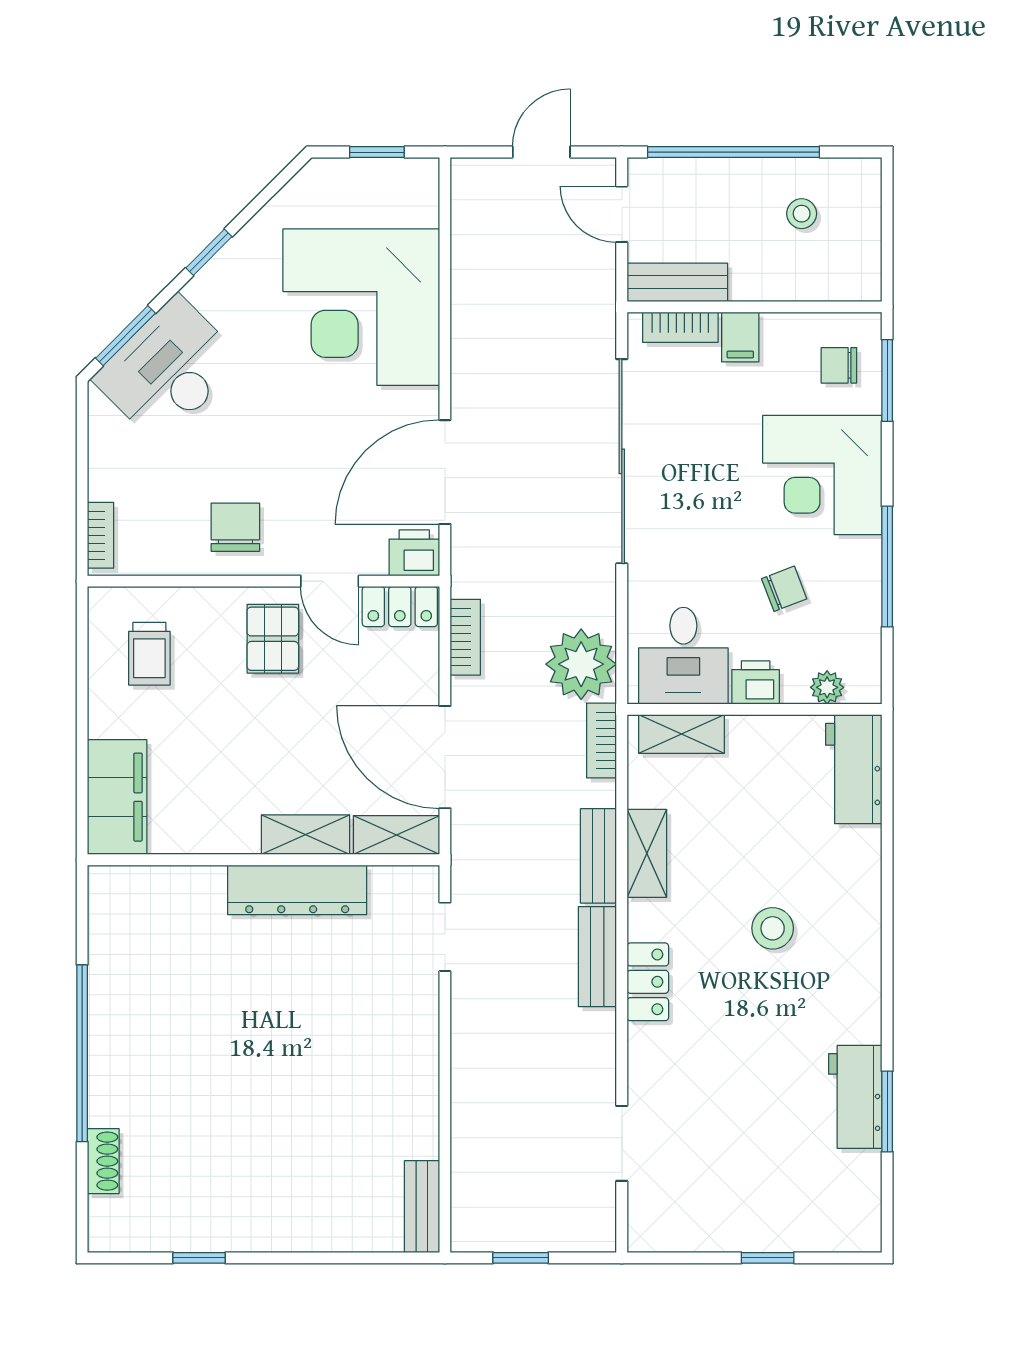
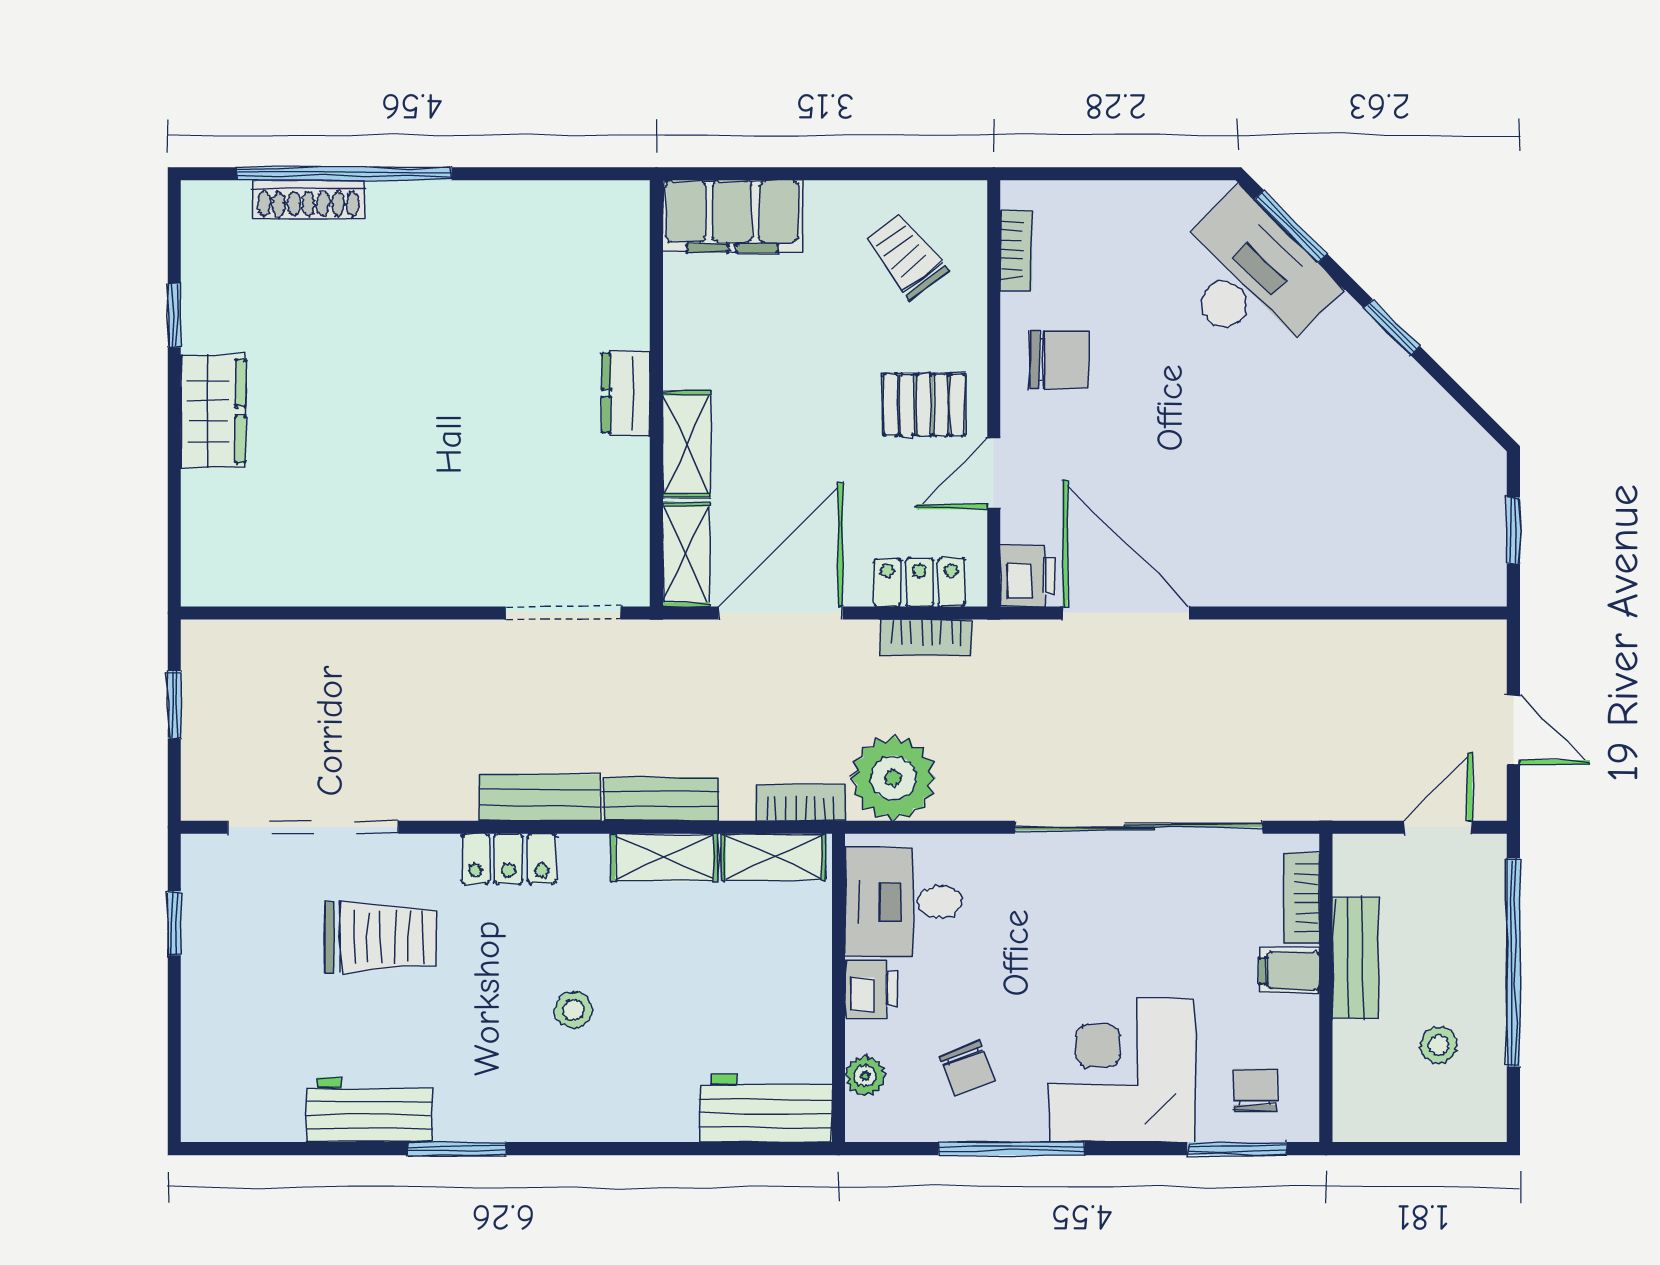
bench: (677, 282) -> (1356, 958), moved
corner desk: (361, 307) -> (1325, 512), removed
bookcase: (101, 535) -> (1016, 250), moved, turned -90
chair: (784, 589) -> (967, 1068), moved
locker: (400, 606) -> (919, 582), moved, turned 90
trolley: (149, 654) -> (906, 255), turned 52
shelving: (682, 734) -> (773, 857), moved, turned 90
dresser: (297, 890) -> (626, 393), width x0.51, depth x0.80
stool: (773, 928) -> (573, 1010), width x0.73, depth x0.73
doorway: (445, 937) -> (563, 613), width x1.38
window: (82, 1053) -> (344, 174), moved
trolley: (712, 1087) -> (381, 937), added
window: (887, 1111) -> (457, 1149), moved
doorway: (622, 1143) -> (313, 827), width x1.87
shoe rack: (103, 1161) -> (308, 199), width x1.43
bench: (422, 1207) -> (236, 585), removed
wardrobe: (278, 1226) -> (213, 411), added
window: (768, 1258) -> (174, 923), moved

